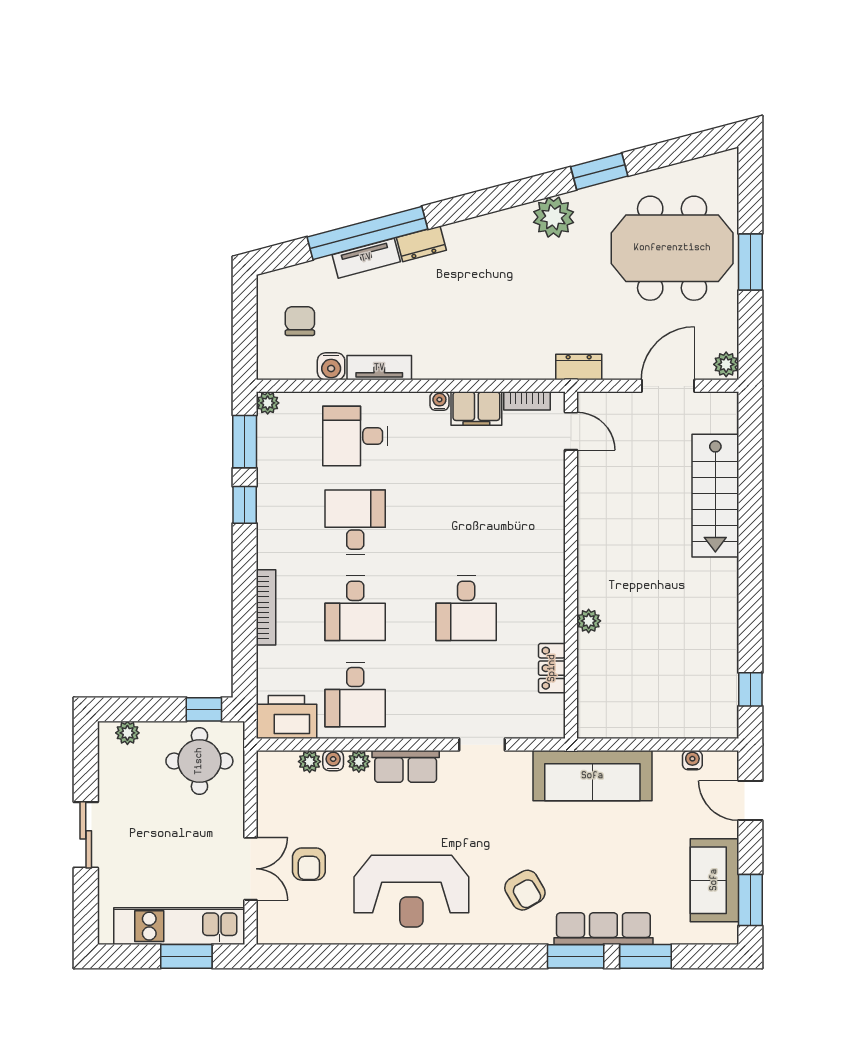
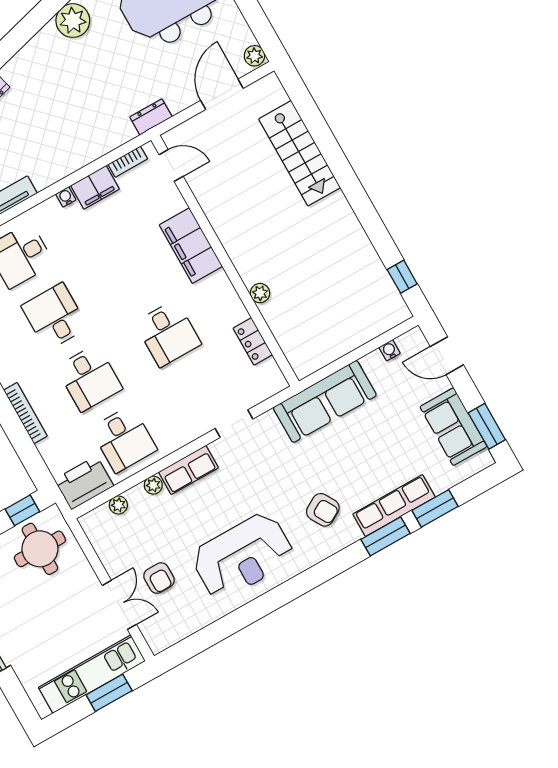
filing cabinet: (544, 529) -> (191, 246), added
water cooler: (333, 761) -> (135, 495), removed

